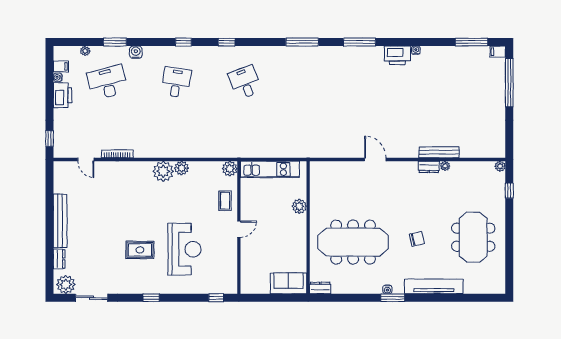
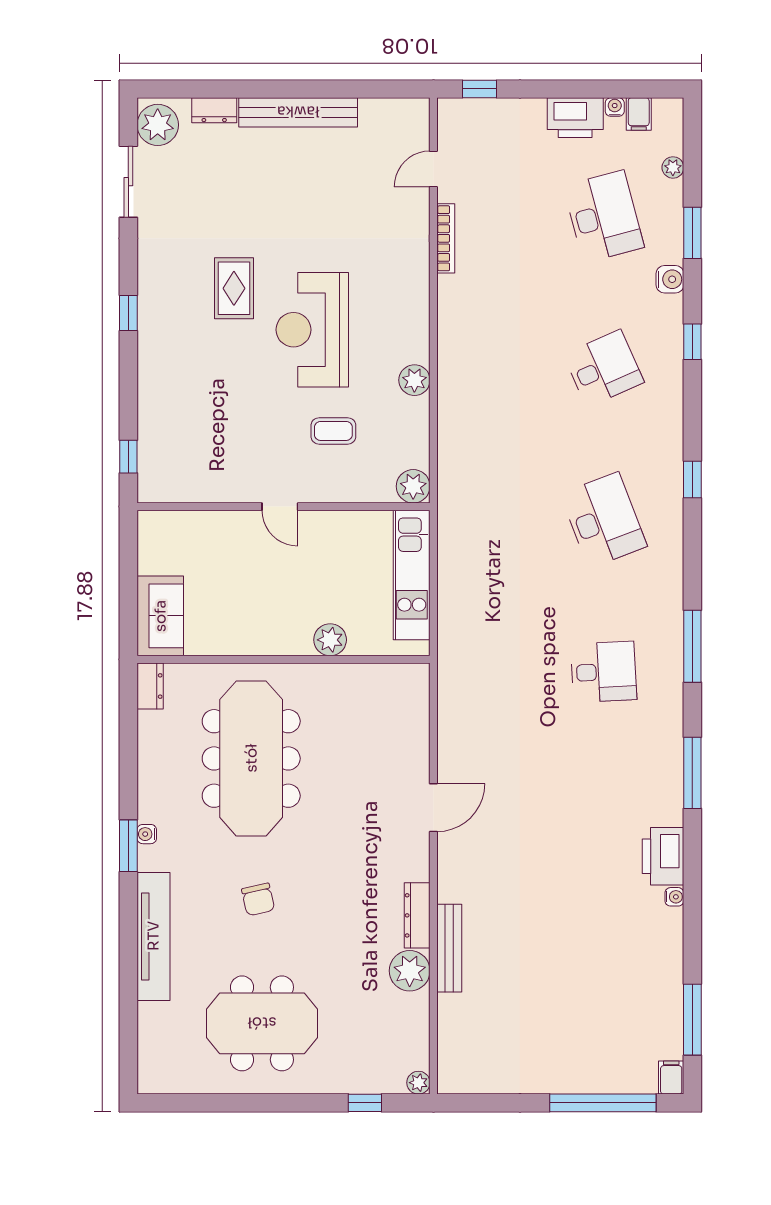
window: (183, 42) -> (692, 342), moved
desk: (176, 82) -> (604, 368), turned -33
desk: (245, 82) -> (604, 520), width x1.37
desk: (314, 82) -> (604, 672), added
plant: (445, 166) -> (410, 971), width x1.88, depth x1.88
dresser: (429, 167) -> (417, 915), width x1.44
plant: (163, 171) -> (407, 340), removed
coffee table: (225, 201) -> (333, 431), moved
reception desk: (184, 249) -> (312, 330), moved, turned 90

